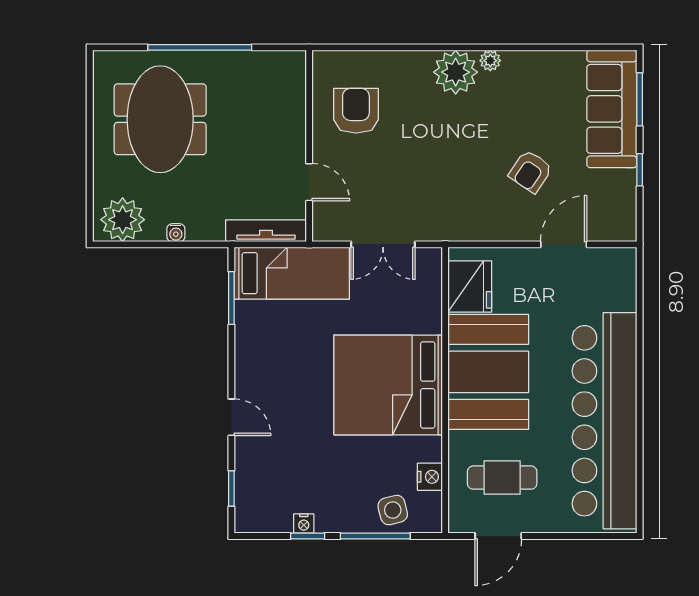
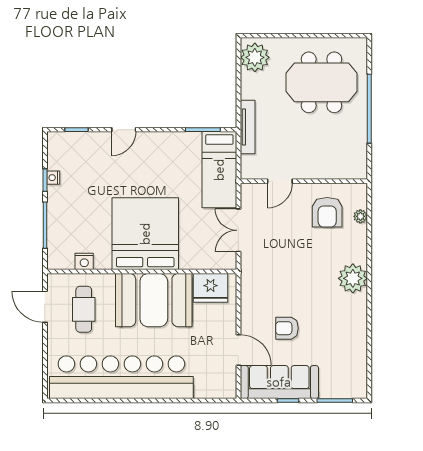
plant: (490, 61) -> (360, 216), moved
sofa: (612, 109) -> (279, 382), moved
armchair: (356, 111) -> (327, 212), turned 90
armchair: (531, 171) -> (287, 328), turned -34
tv unit: (266, 231) -> (248, 127), moved
water cooler: (176, 233) -> (246, 93), removed
side table: (393, 510) -> (62, 237), removed

